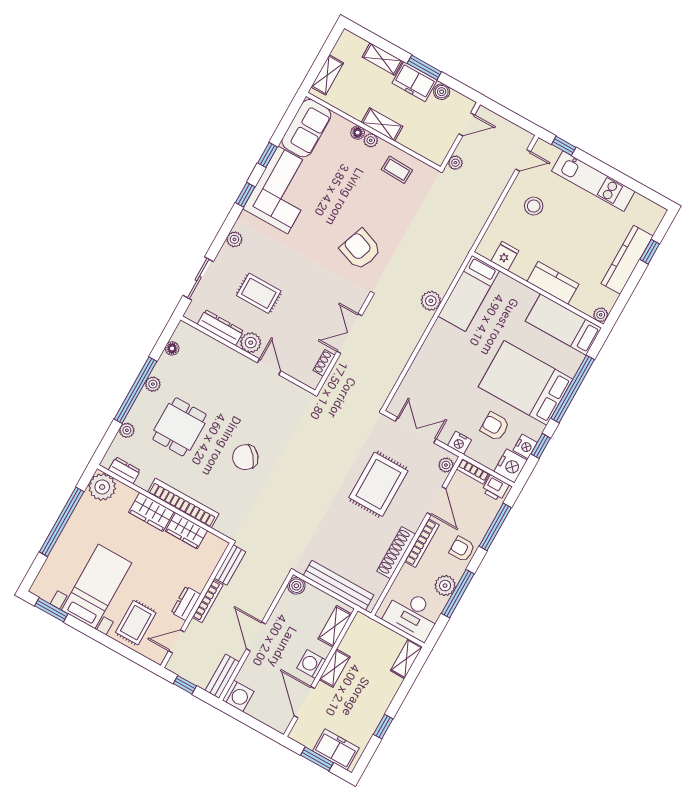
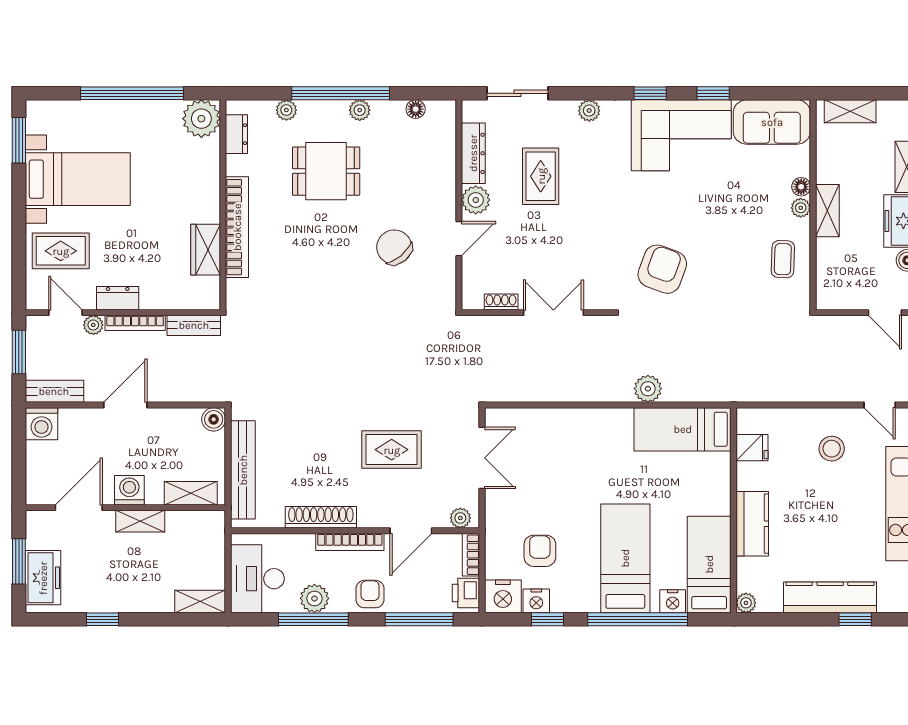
plant: (455, 163) -> (93, 325), moved
bed: (526, 383) -> (625, 558), width x0.67
nightstand: (459, 443) -> (673, 601), moved, turned -90
chair: (245, 457) -> (394, 247), moved
rug: (378, 484) -> (392, 450), width x0.73, depth x0.70
wardrobe: (151, 512) -> (204, 195), removed
window: (185, 685) -> (19, 352), width x1.50

